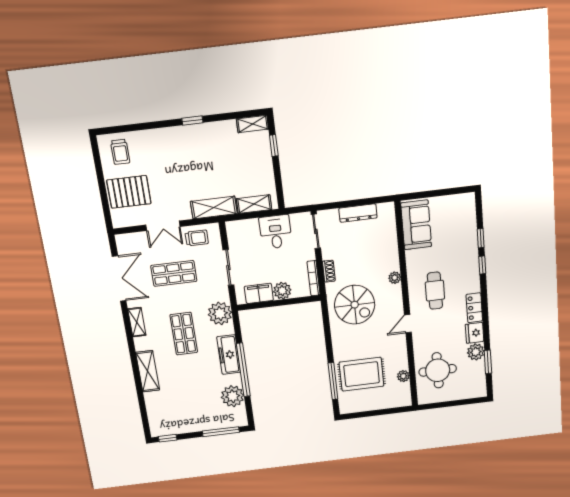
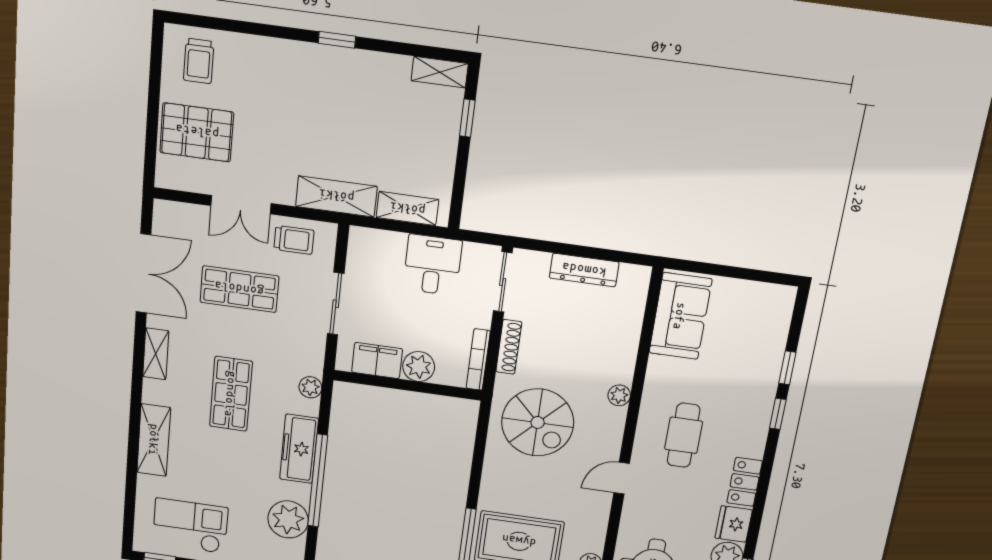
shoe rack: (329, 271) -> (509, 347), width x1.43
plant: (220, 313) -> (310, 387), width x0.53, depth x0.53
checkout: (180, 415) -> (190, 526), added

